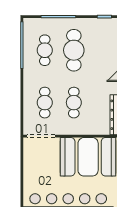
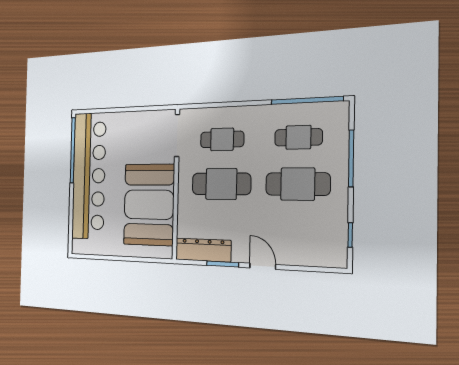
cafe table: (74, 103) -> (221, 184), width x1.37, depth x1.35

